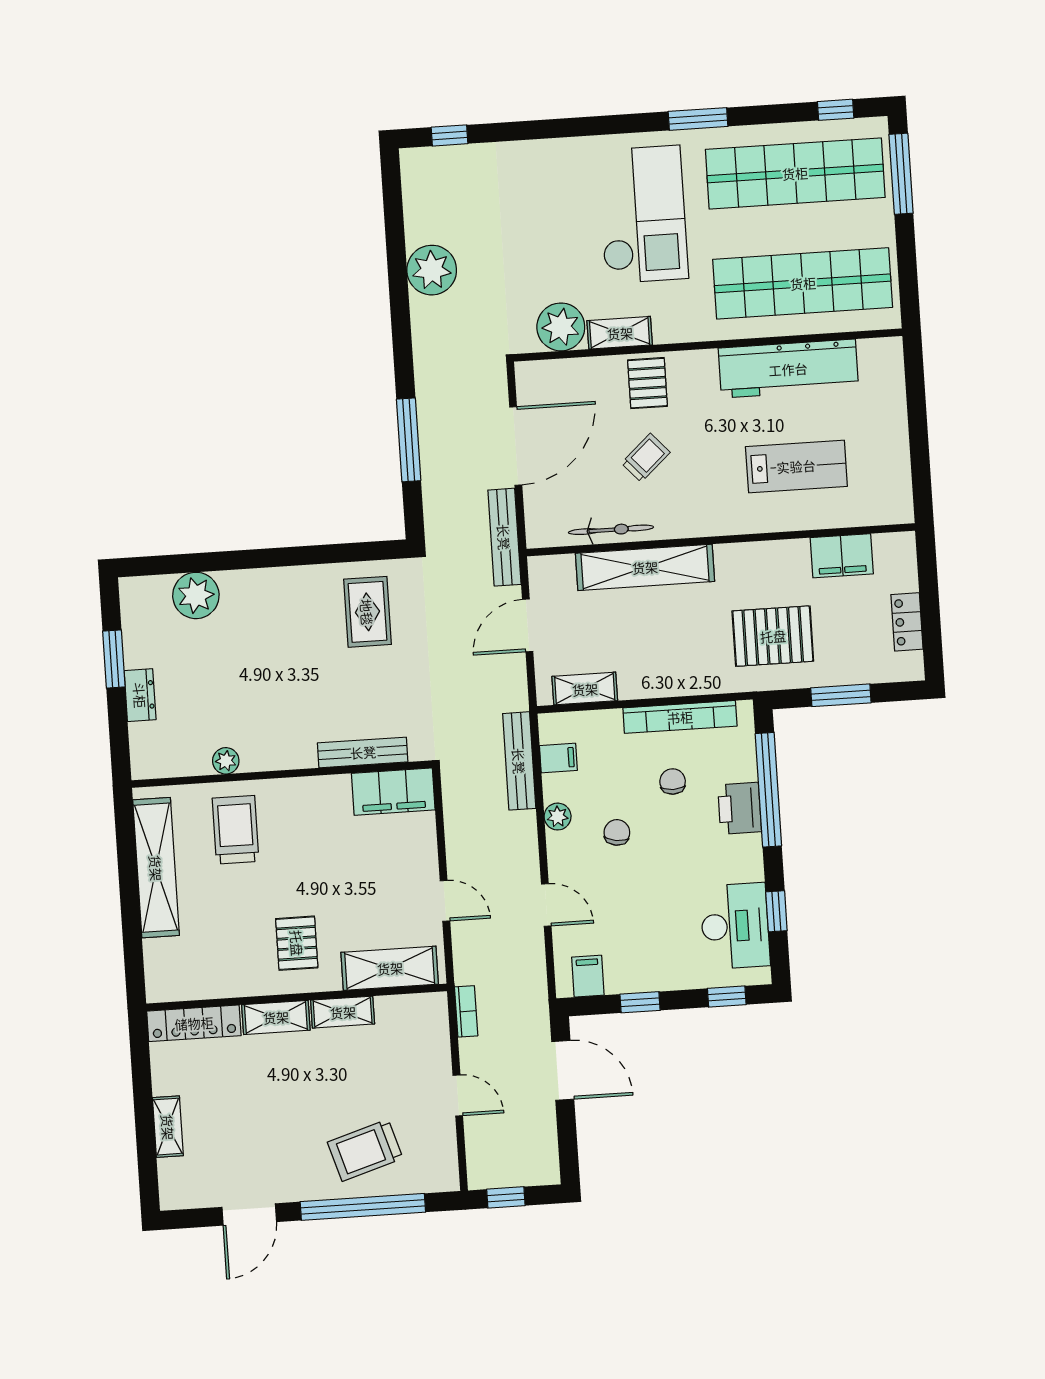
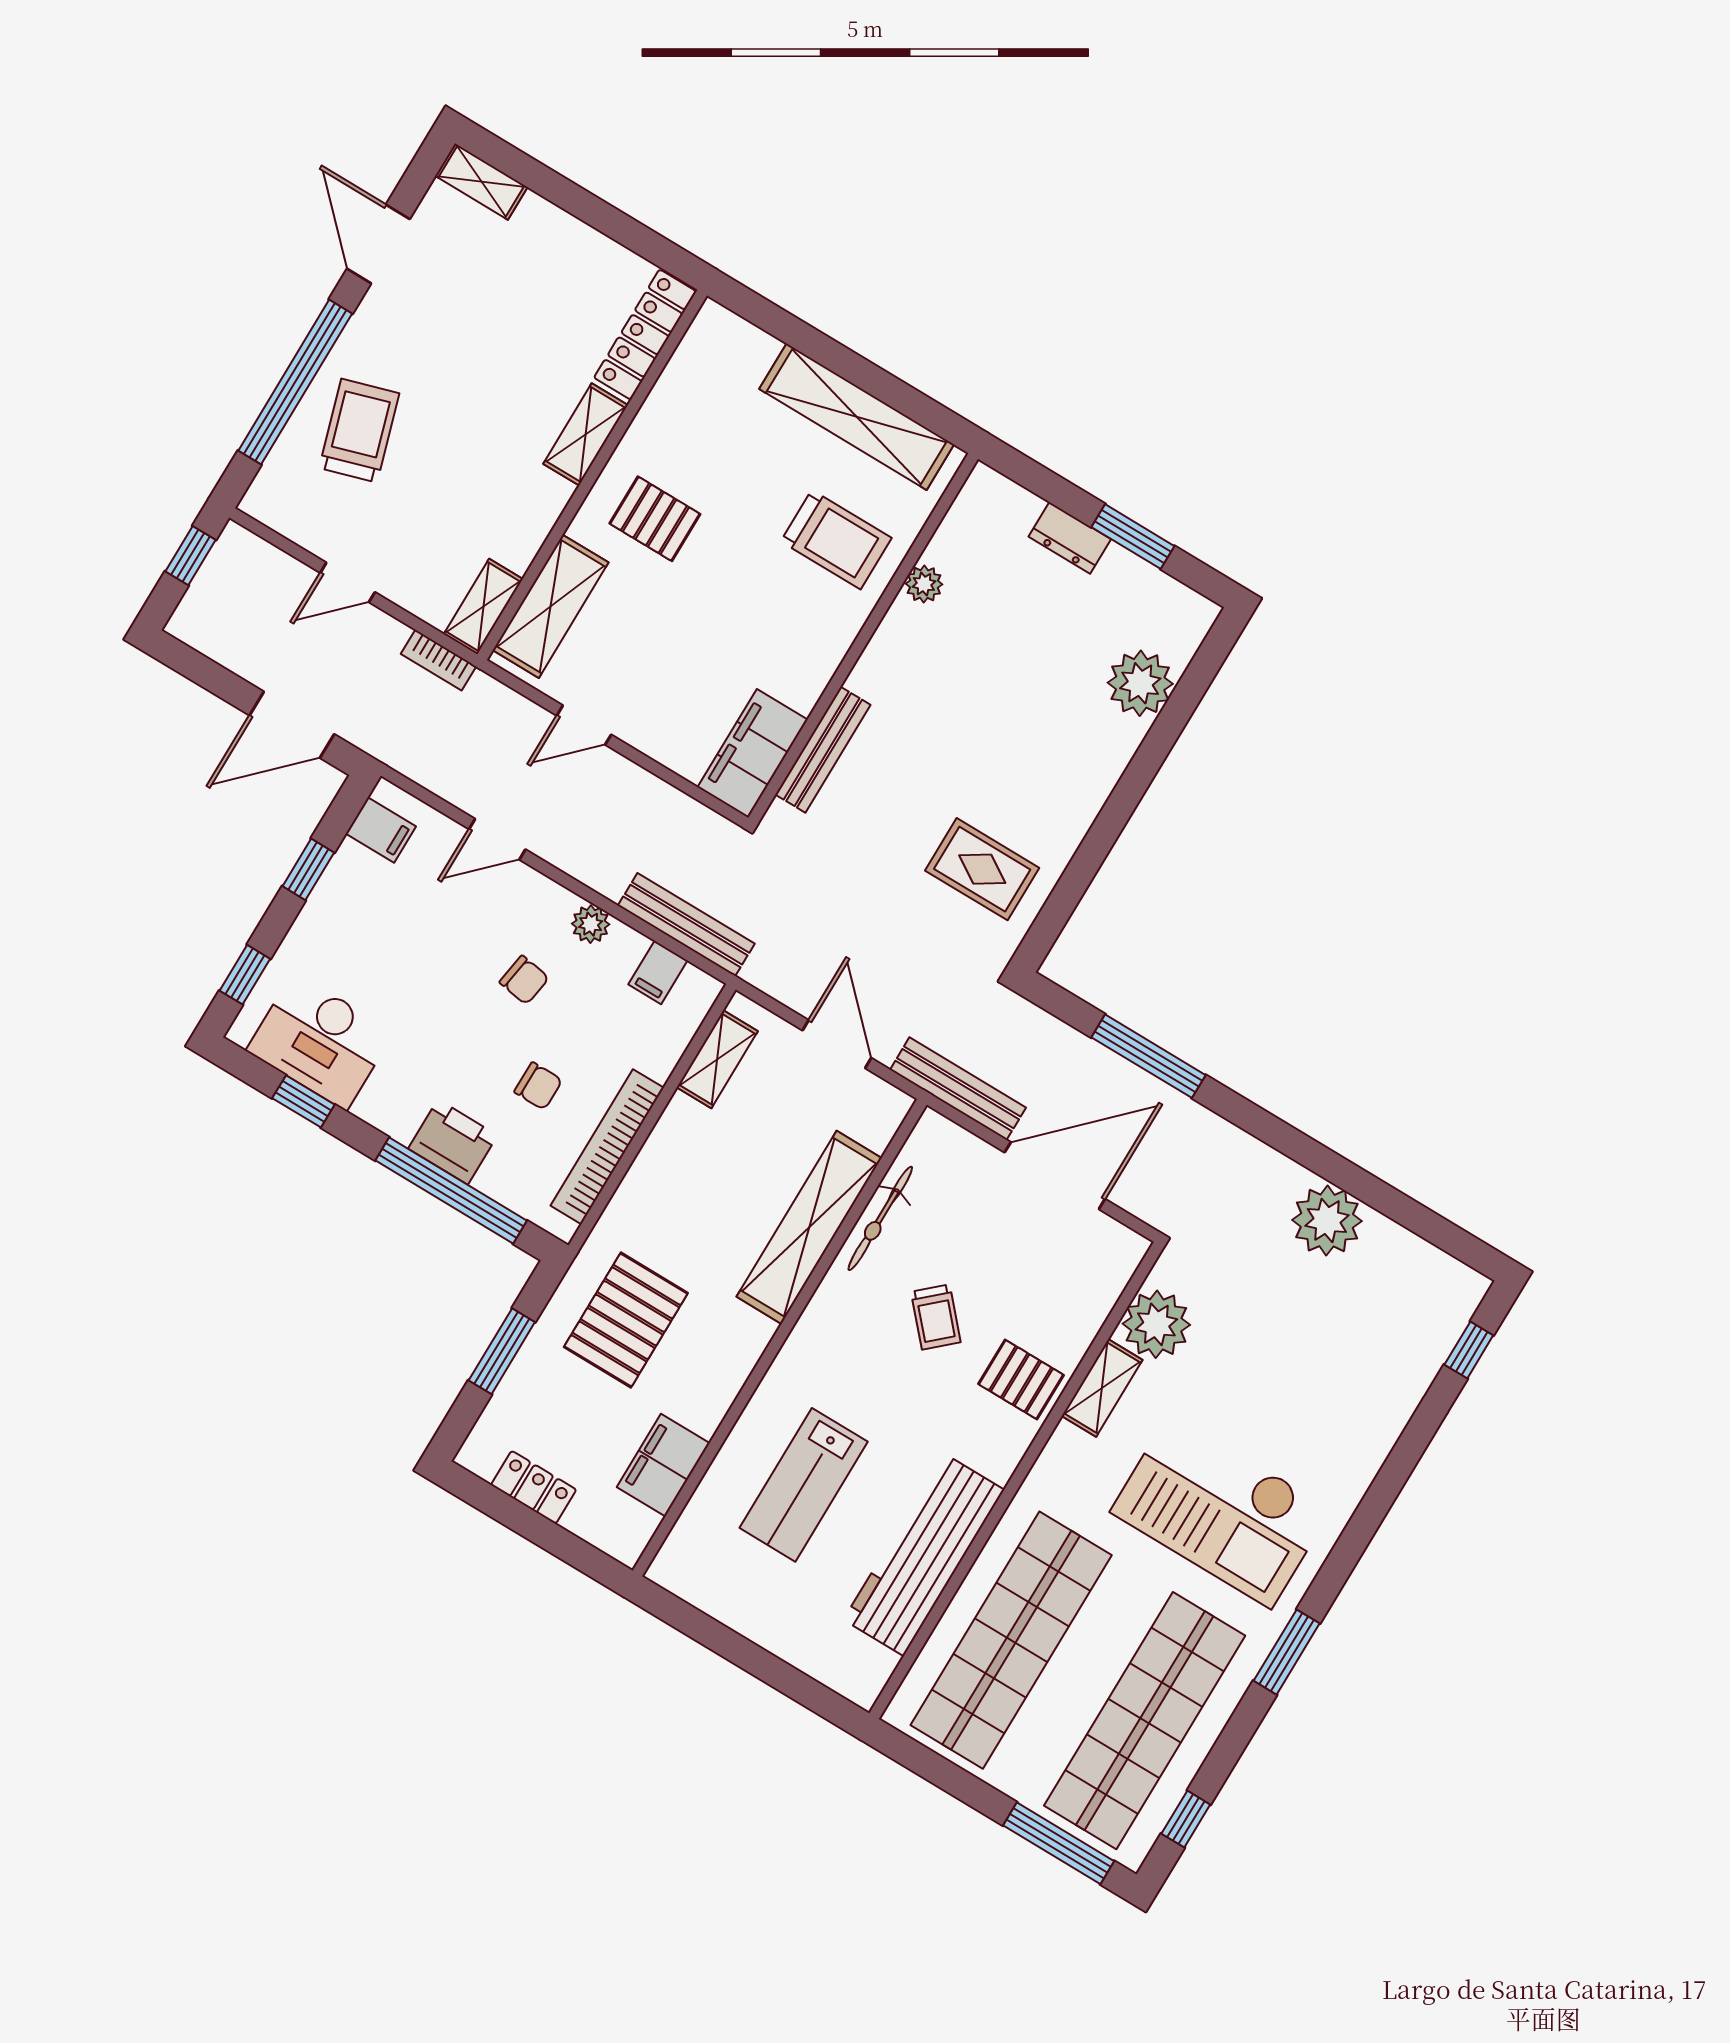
door: (516, 446) -> (1055, 1176), swing flipped
shelving: (343, 1012) -> (483, 607), moved
shelving: (168, 1127) -> (481, 181), moved

